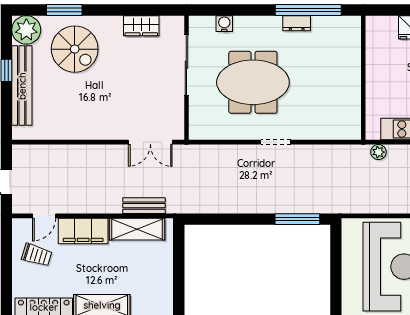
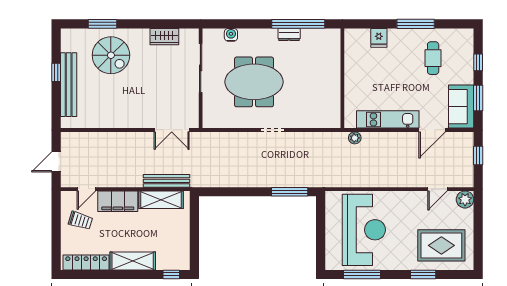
plant: (26, 30) -> (72, 40), removed
bench: (144, 206) -> (167, 181), width x1.36

